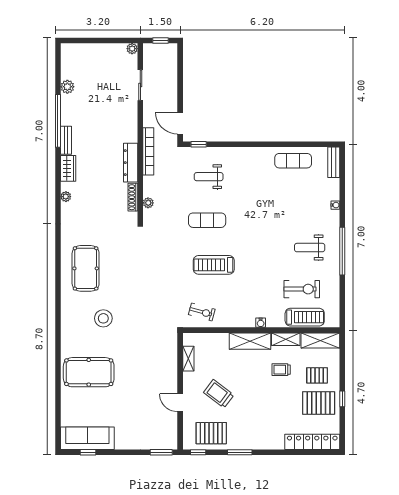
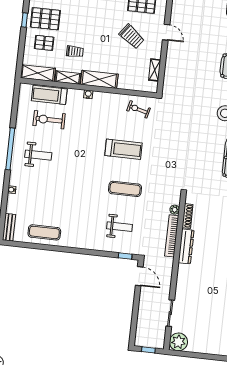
plant: (132, 49) -> (178, 342), width x1.88, depth x1.88
bookcase: (148, 151) -> (172, 236), moved

